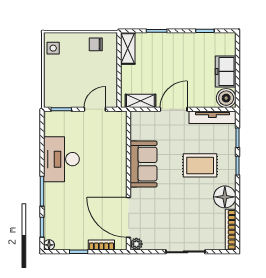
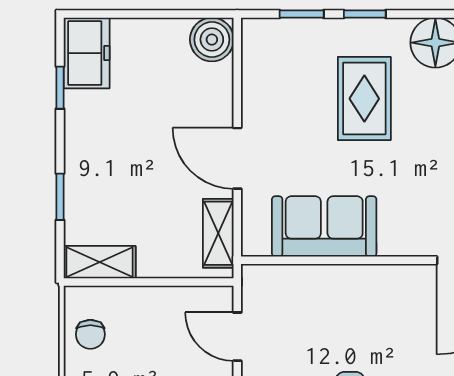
freezer: (226, 71) -> (87, 53), moved, turned -90
tv unit: (212, 117) -> (255, 71), removed
sofa: (144, 164) -> (324, 226), moved

